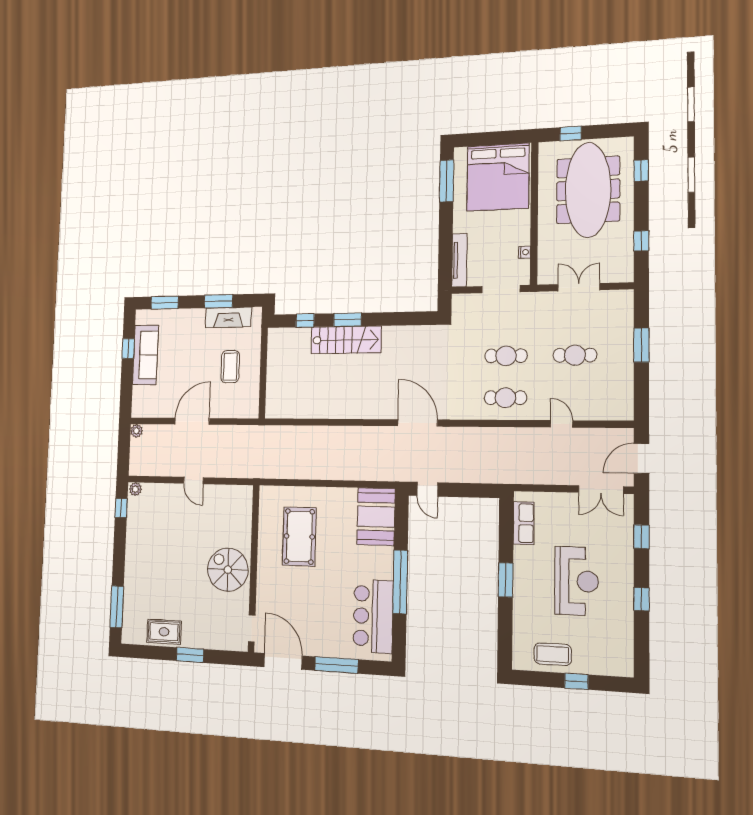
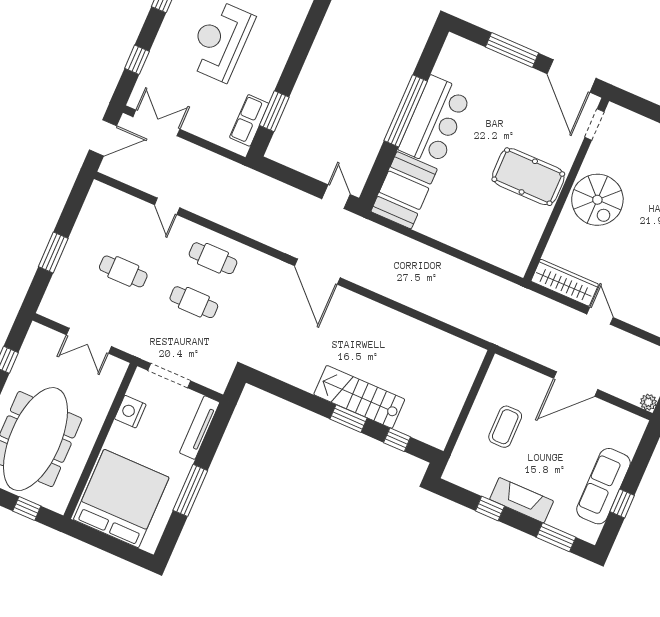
window: (447, 181) -> (190, 490), moved
nightstand: (525, 252) -> (130, 412), width x1.89, depth x1.79
window: (218, 301) -> (490, 509), width x0.67
fireplace: (228, 317) -> (522, 500), moved
wardrobe: (228, 495) -> (565, 283), added
pool table: (299, 536) -> (528, 177), moved, turned 90
window: (506, 580) -> (274, 111), moved
bar counter: (373, 616) -> (435, 121), moved

